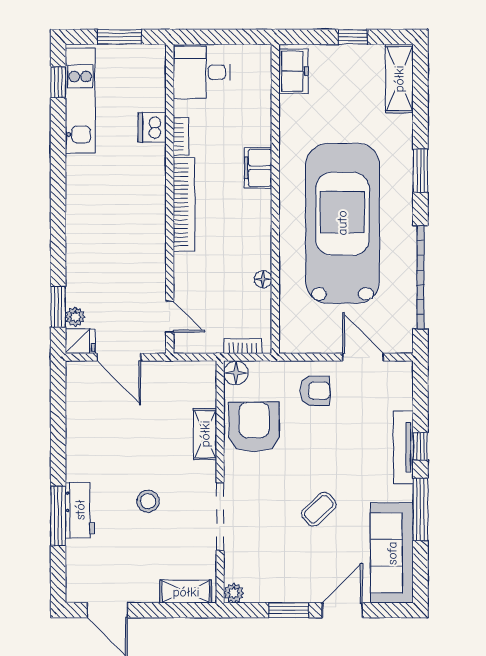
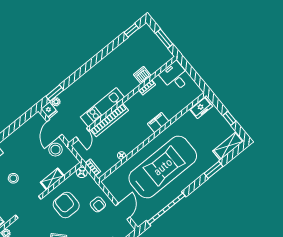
kitchen unit: (80, 101) -> (102, 107), moved, turned 180
window: (420, 171) -> (214, 170), moved
bookcase: (184, 205) -> (109, 120), moved
stool: (158, 386) -> (56, 150), added
armchair: (254, 427) -> (66, 205), moved, turned -90

